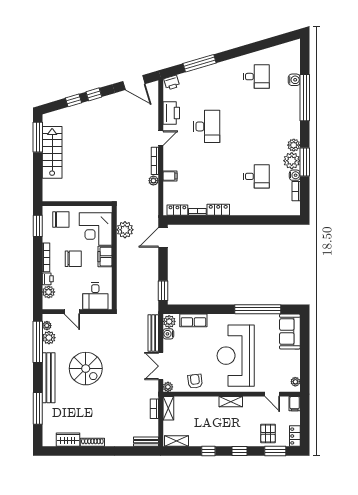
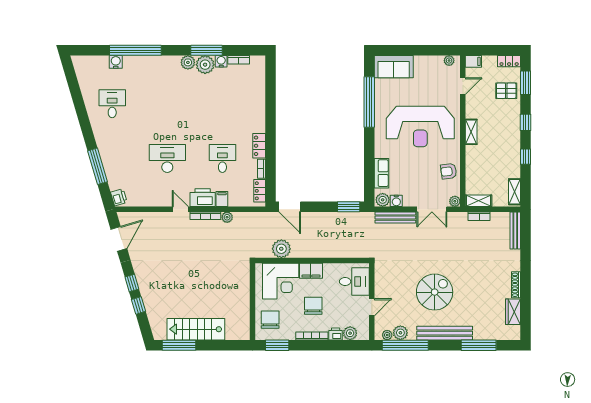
printer: (171, 113) -> (203, 198), moved
desk: (256, 176) -> (222, 158), moved
bench: (146, 442) -> (515, 230), width x1.36

